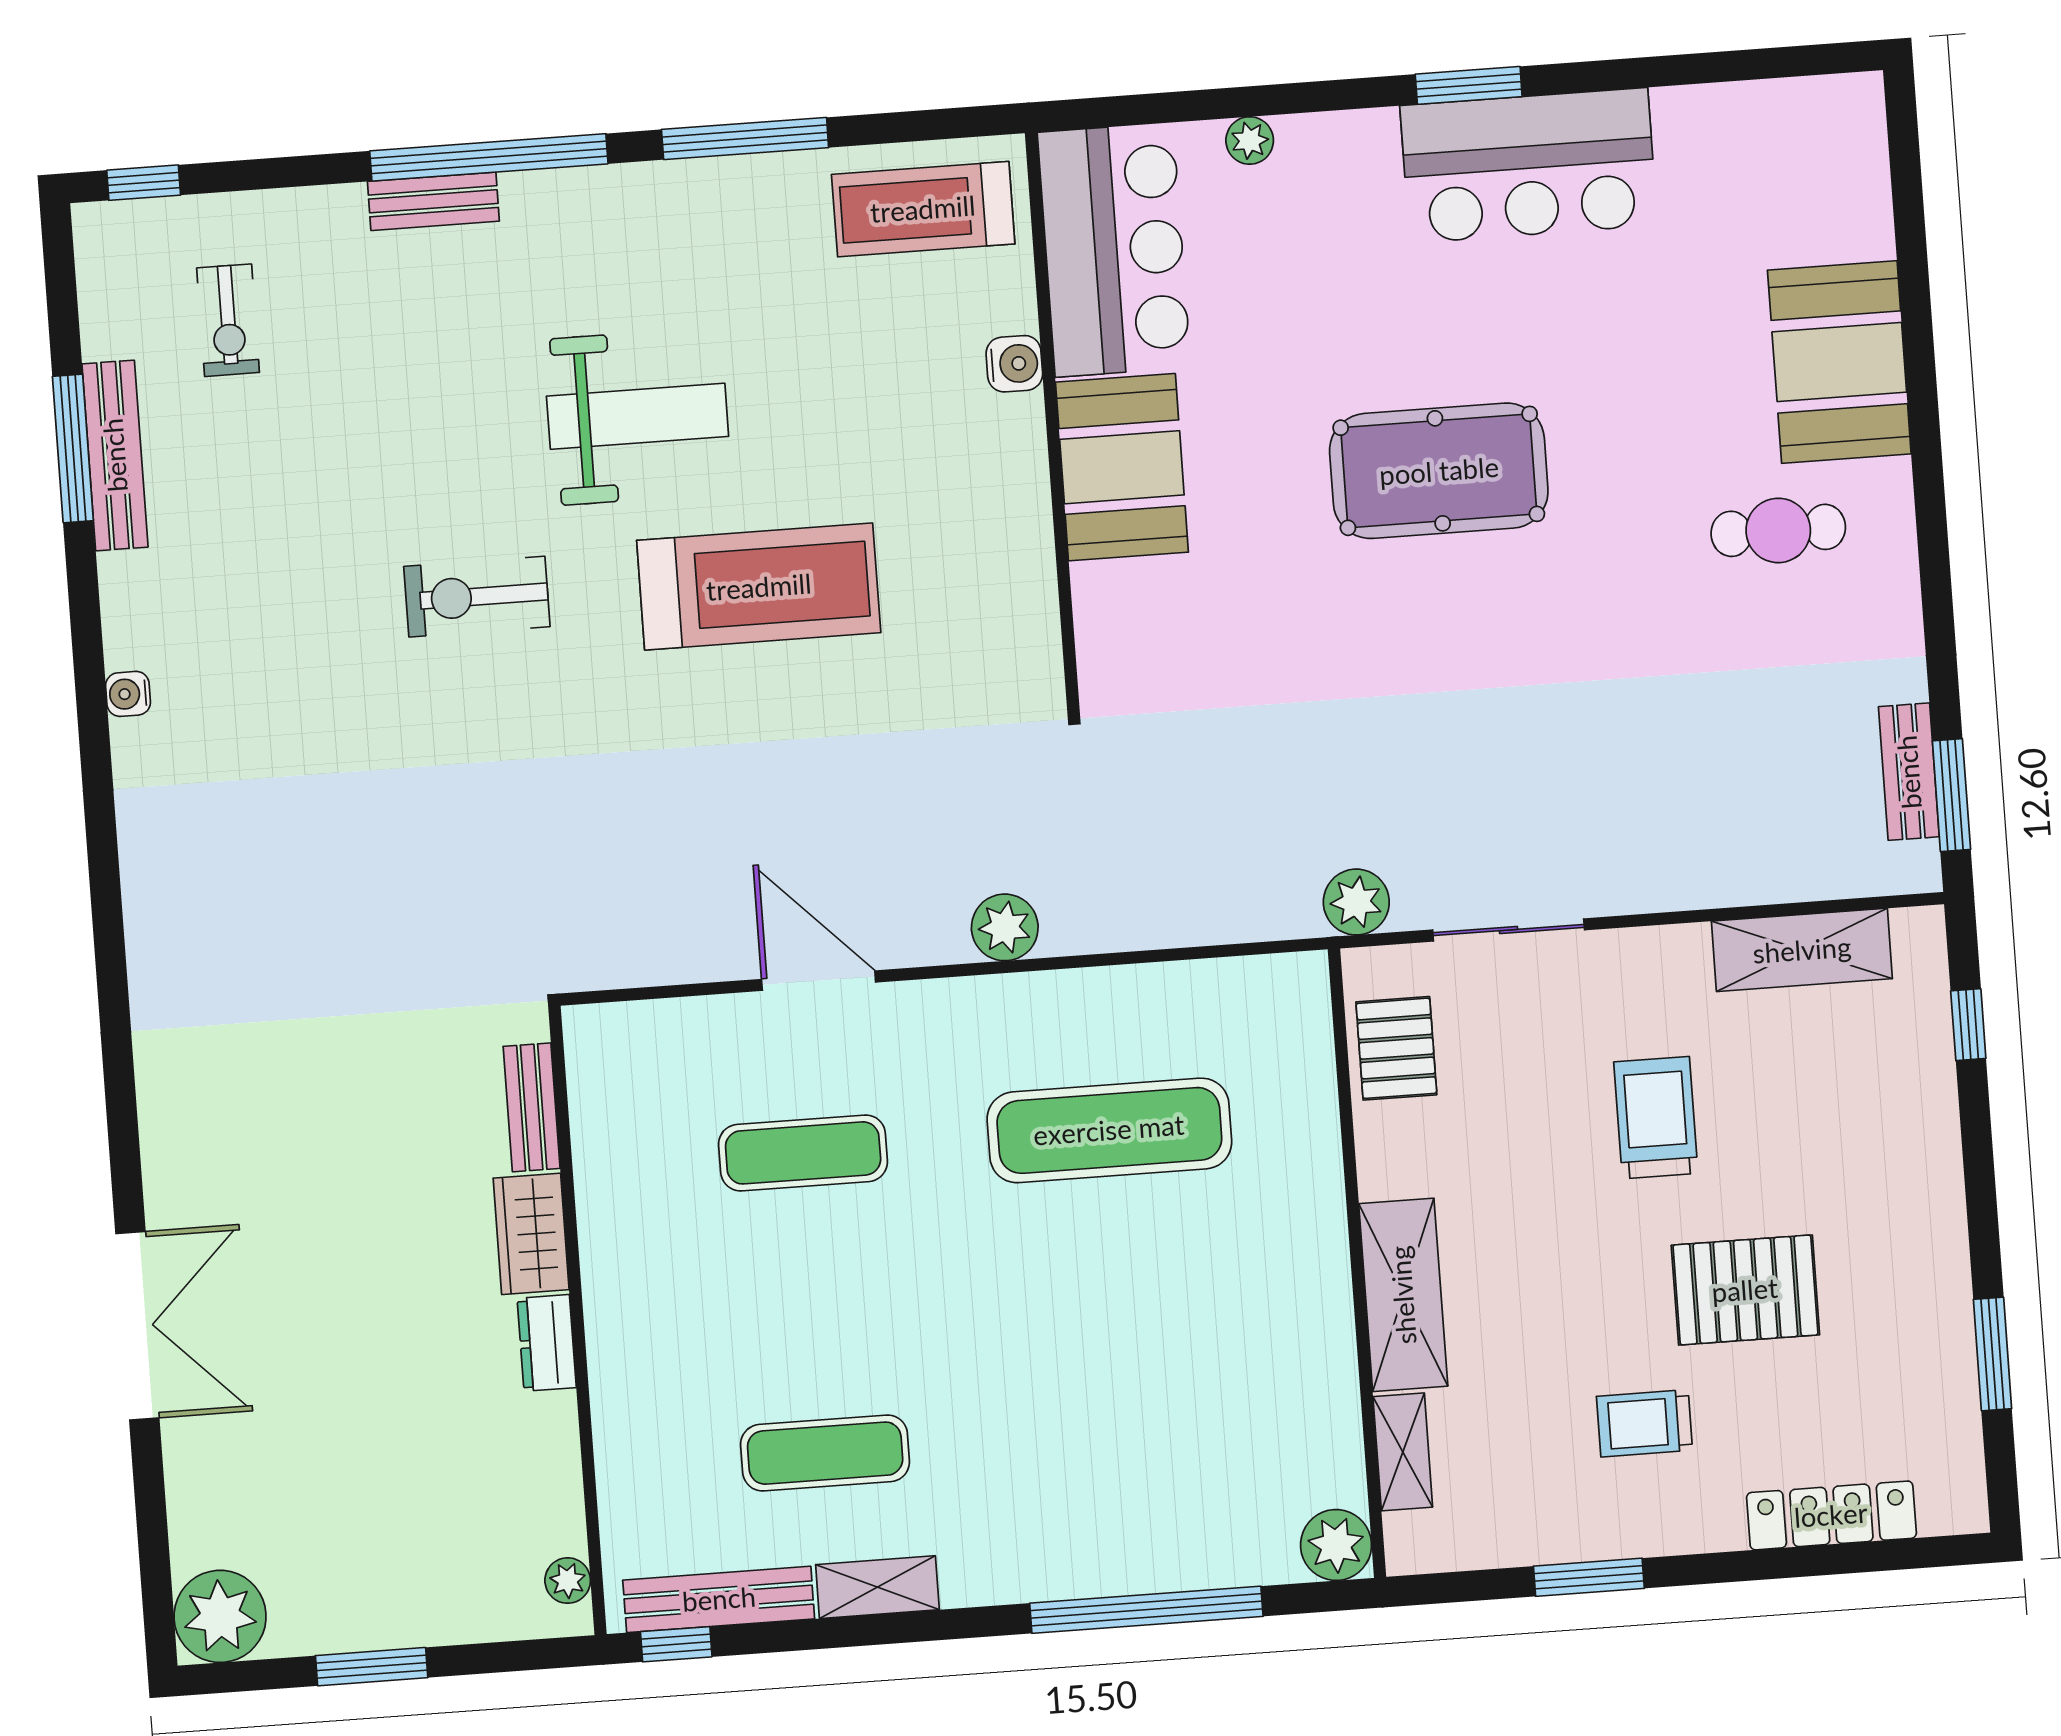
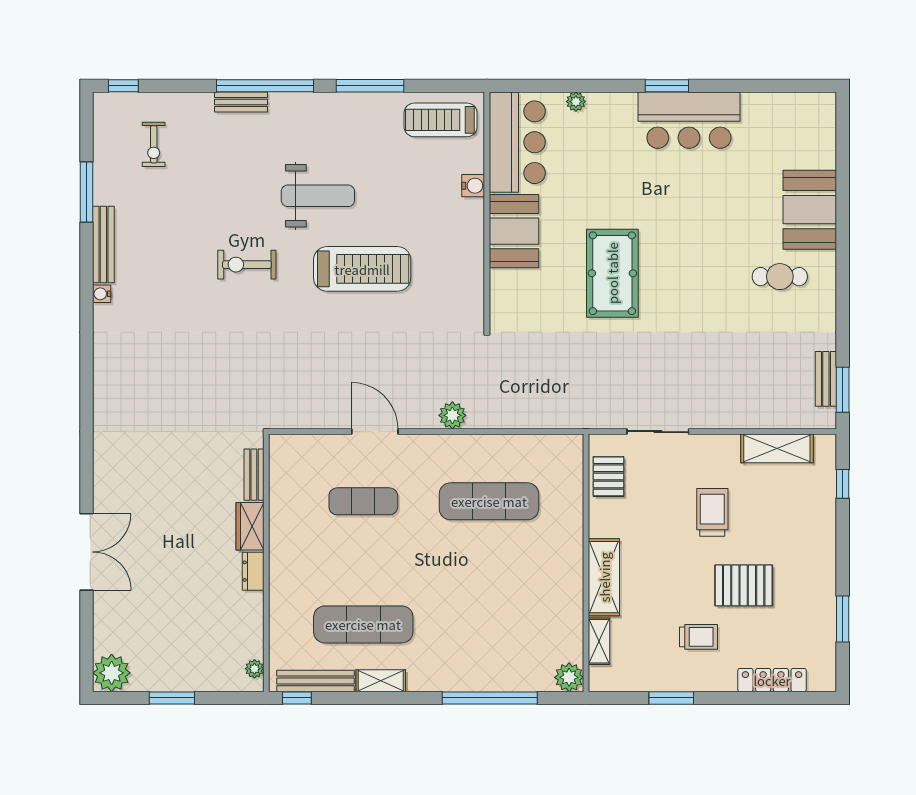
bench: (115, 455) -> (103, 245), moved
pool table: (1439, 471) -> (612, 273), moved, turned 90
plant: (1356, 902) -> (597, 416), removed
trolley: (1644, 1423) -> (698, 637), turned 180
exercise mat: (825, 1453) -> (363, 624), width x1.36, depth x1.45

